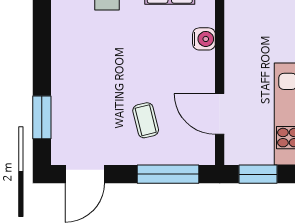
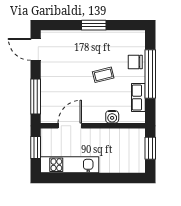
window: (42, 117) -> (94, 25), moved
coffee table: (146, 120) -> (103, 75), moved

